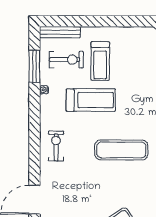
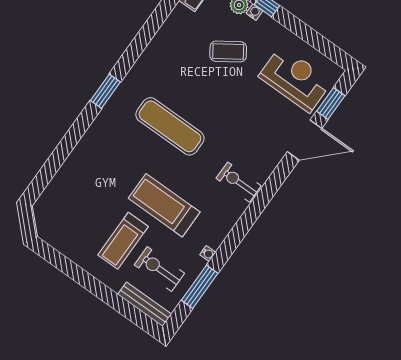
treadmill: (100, 61) -> (123, 241), turned 180
exercise bike: (56, 146) -> (239, 182), turned 90

